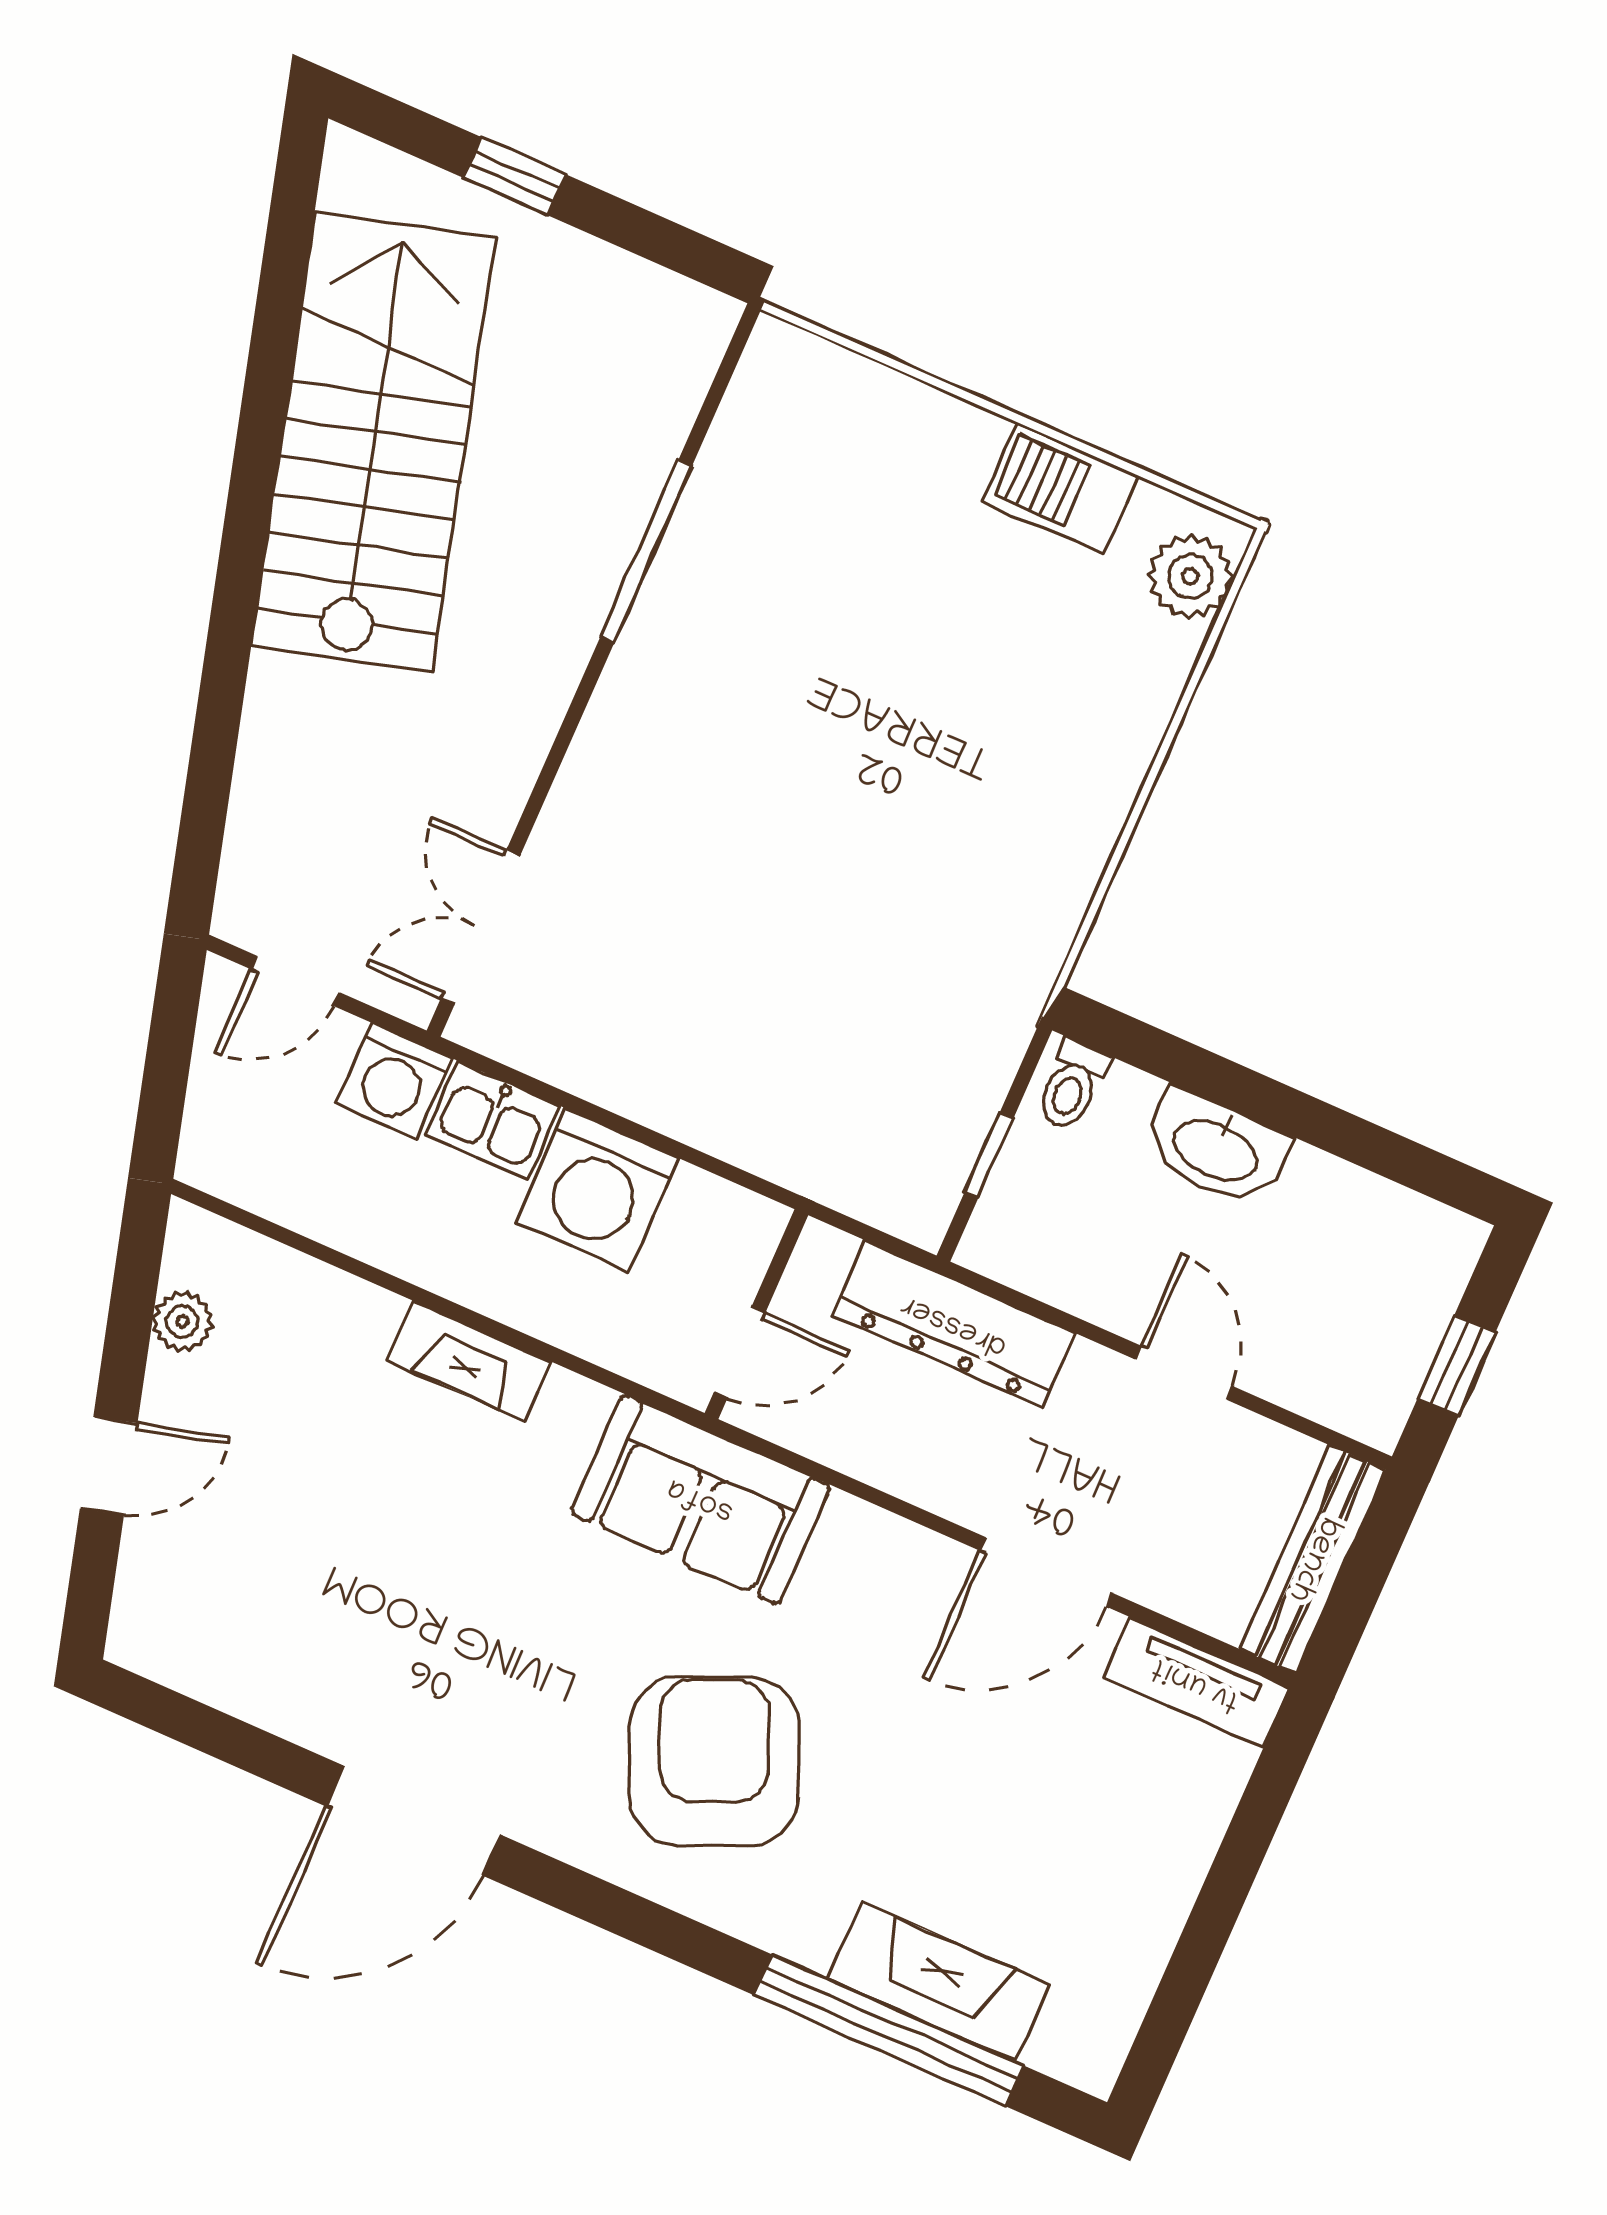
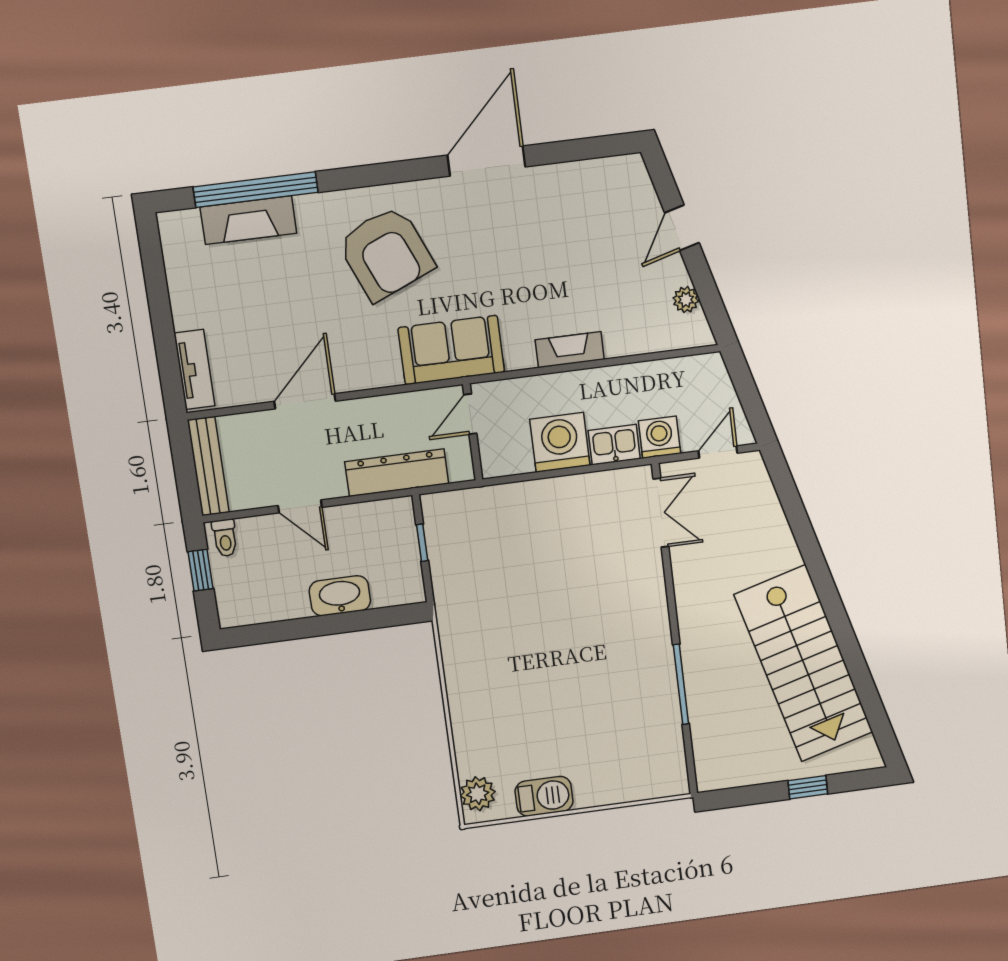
toilet: (1072, 1085) -> (225, 538), moved, turned 180
tv unit: (1197, 1683) -> (194, 369), moved, turned 90

